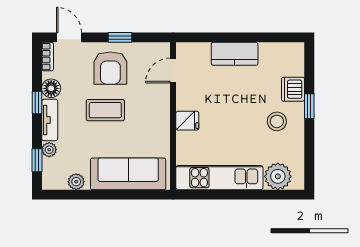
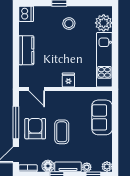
window: (120, 37) -> (16, 123), width x2.17
armchair: (110, 68) -> (35, 129), turned -90
dishwasher: (293, 89) -> (26, 14), moved, turned -90
sofa: (128, 174) -> (102, 117), width x0.73
plant: (76, 182) -> (107, 167), moved

